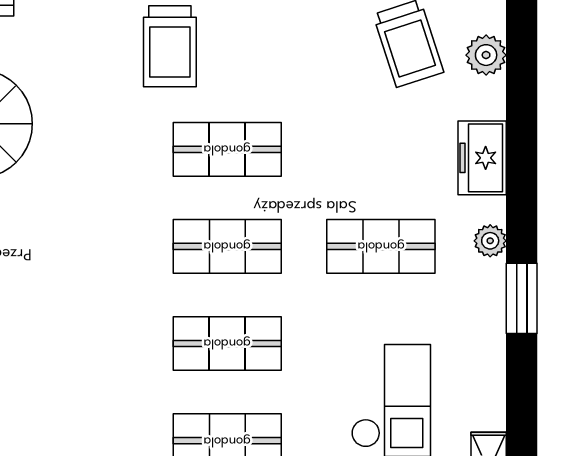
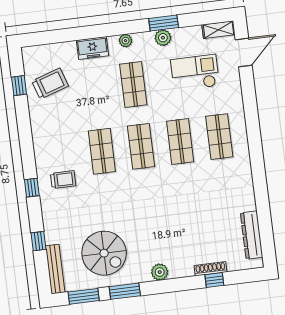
trolley: (170, 46) -> (63, 180), width x0.73, depth x0.72
plant: (486, 55) -> (163, 38), moved
window: (522, 298) -> (164, 23), moved

